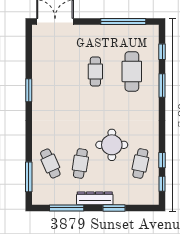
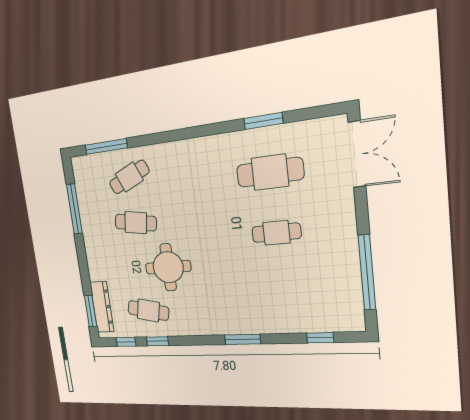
cafe table: (132, 71) -> (270, 172), moved
window: (162, 85) -> (243, 339), moved
window: (29, 90) -> (263, 121), moved
dresser: (95, 198) -> (102, 307), moved
window: (114, 208) -> (91, 311), moved

